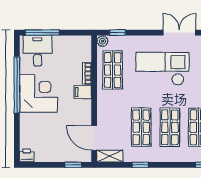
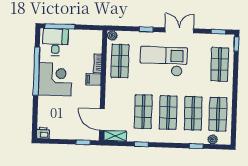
window: (118, 33) -> (146, 29), moved

